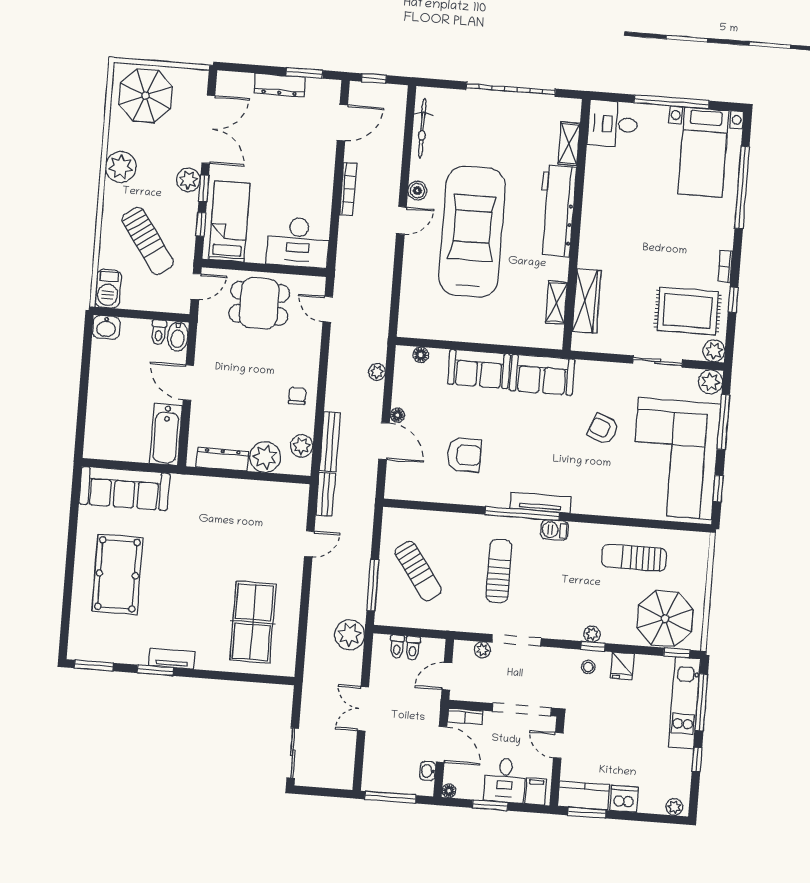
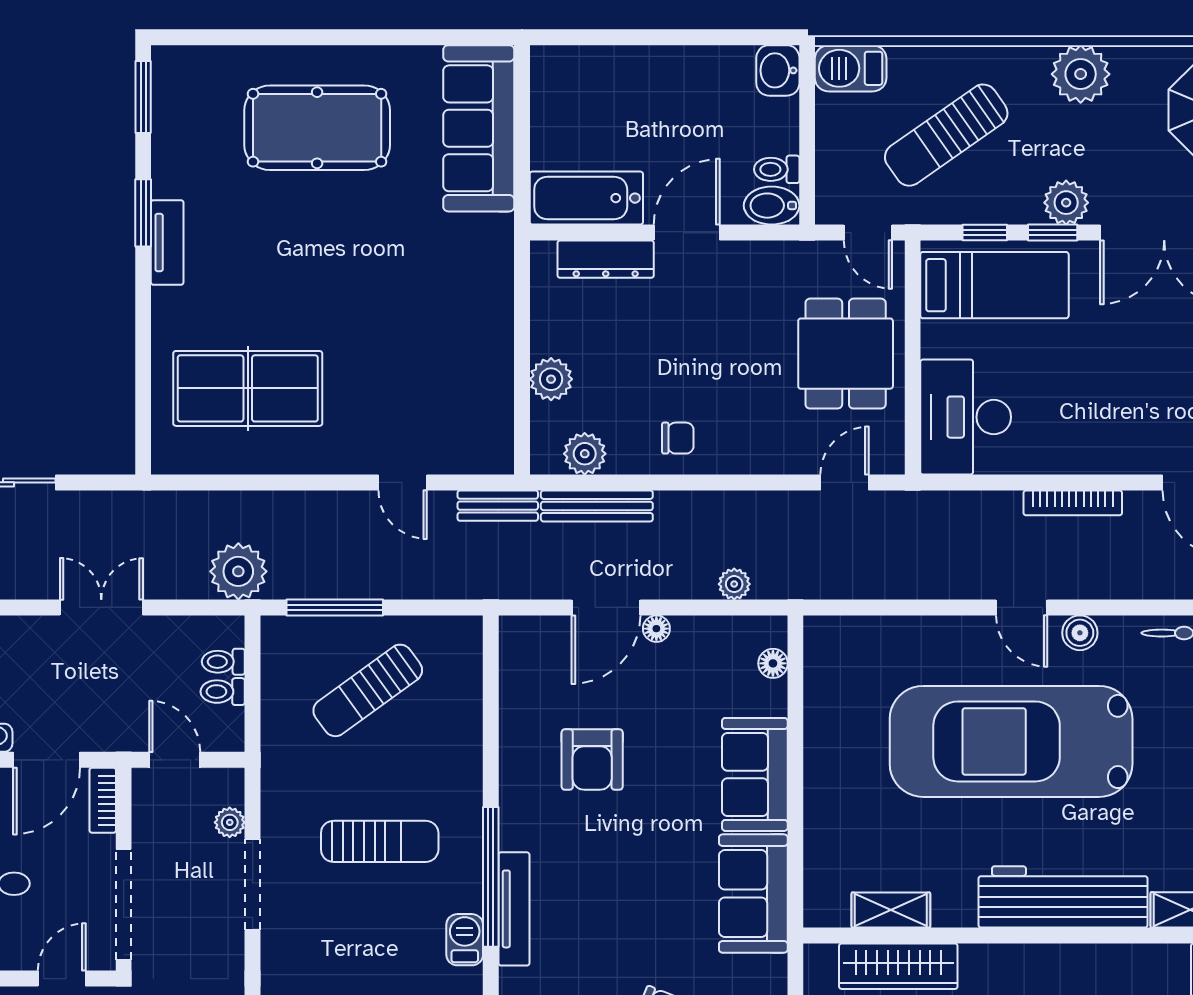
car: (472, 232) -> (1011, 741), turned 180
plant: (265, 457) -> (551, 379), width x0.73, depth x0.73
dresser: (222, 459) -> (606, 259), moved, turned 90

